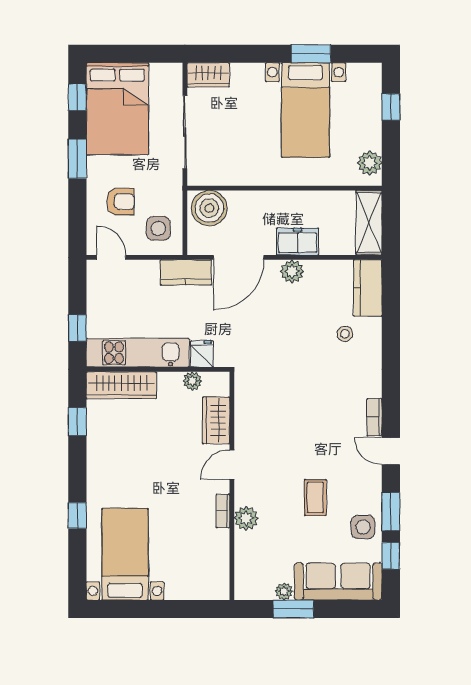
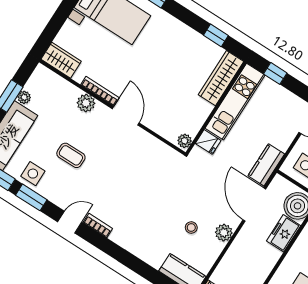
freezer: (298, 242) -> (284, 233), moved, turned 180
stool: (345, 334) -> (191, 228), moved
plant: (192, 381) -> (185, 141), moved
wardrobe: (216, 420) -> (61, 60), moved
door: (232, 465) -> (126, 116), width x1.38
bookcase: (223, 511) -> (100, 91), width x1.56

